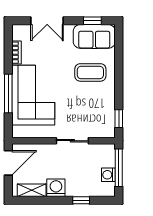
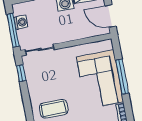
sliding door: (72, 141) -> (40, 50), moved
door: (8, 163) -> (111, 16), hinge flipped

